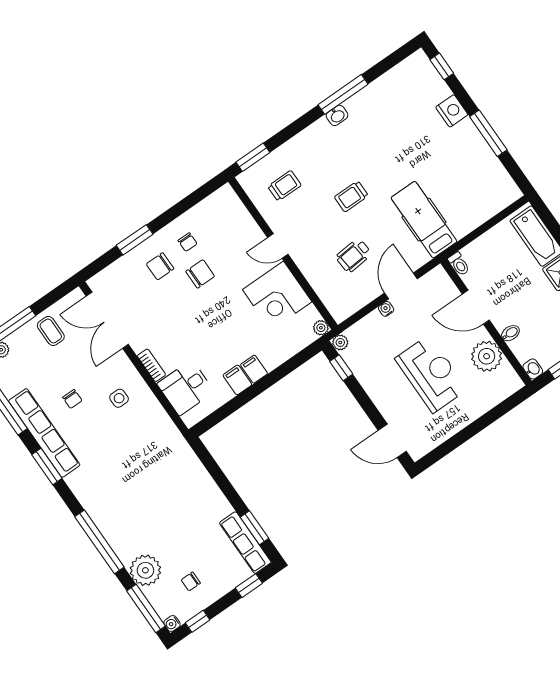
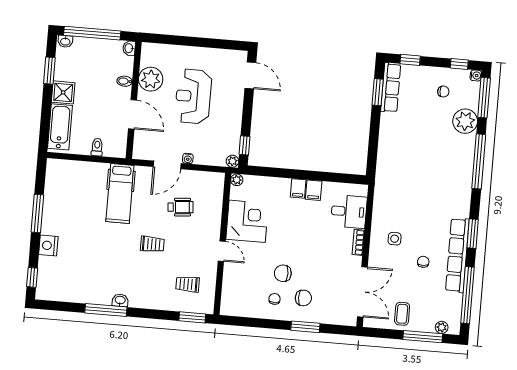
toilet: (459, 264) -> (97, 147), moved

